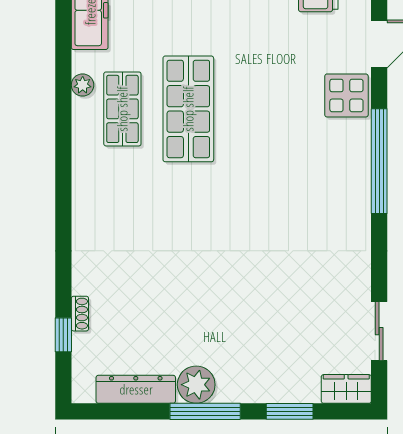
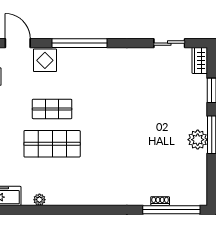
shop shelf: (122, 109) -> (52, 109), moved
window: (63, 335) -> (171, 210), width x3.17
dresser: (136, 389) -> (200, 172), removed

